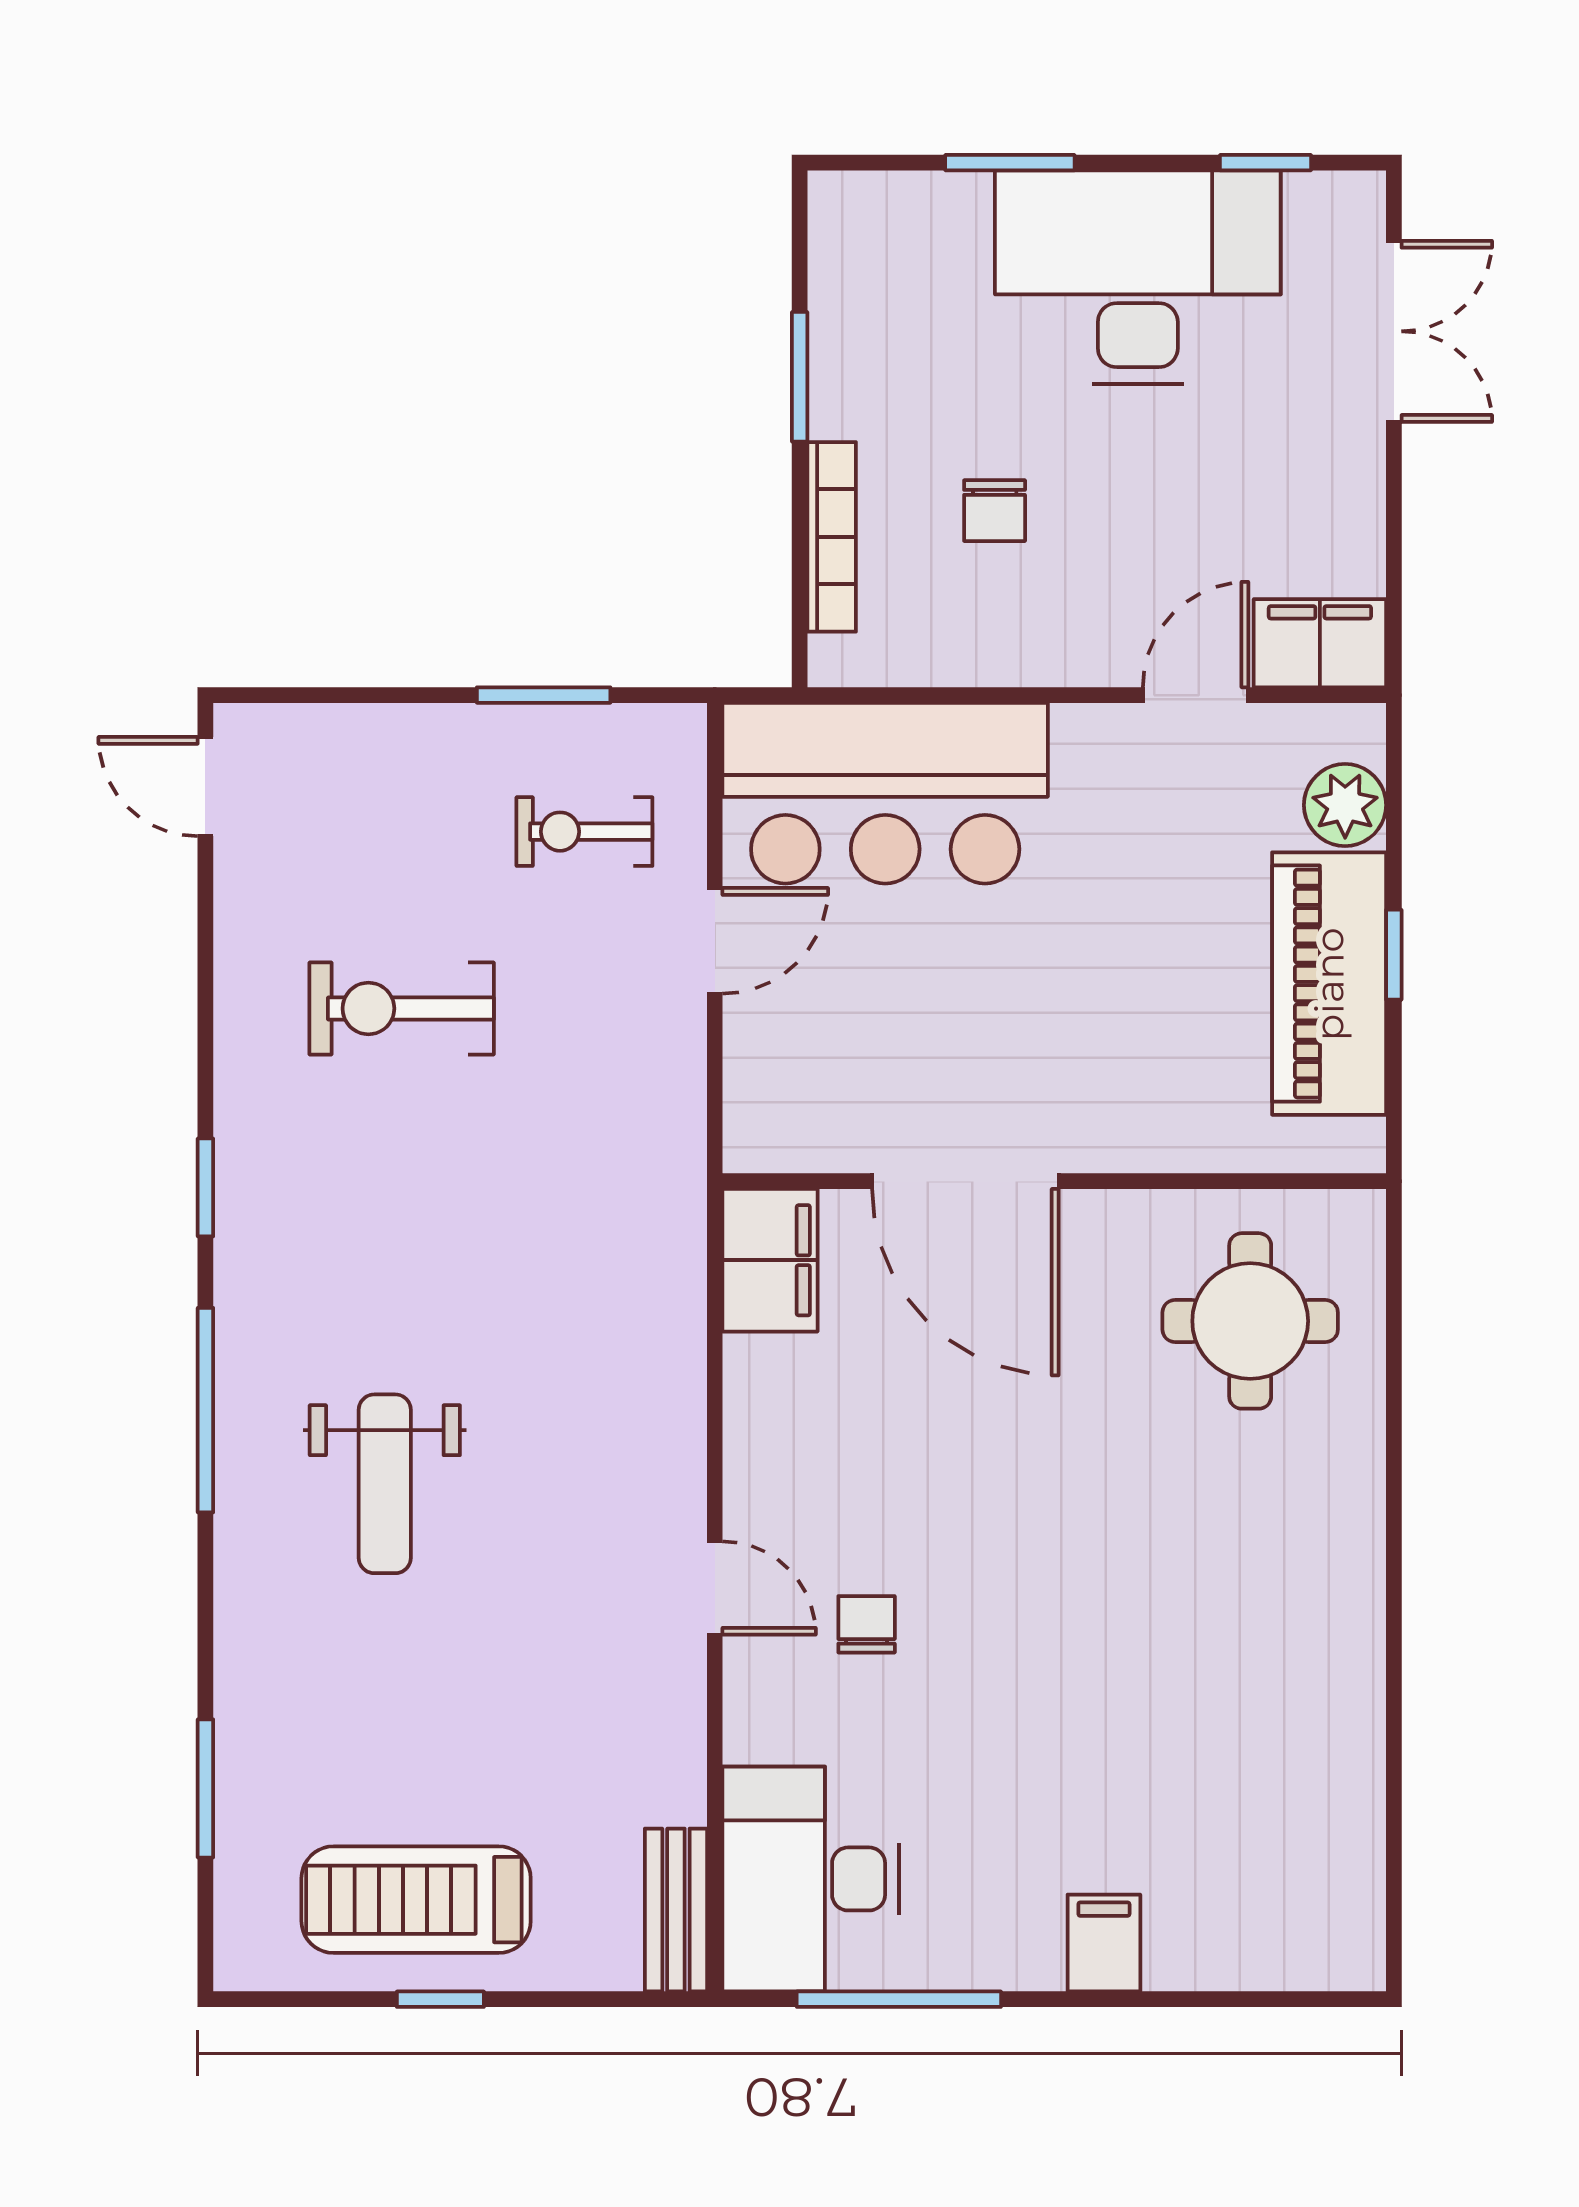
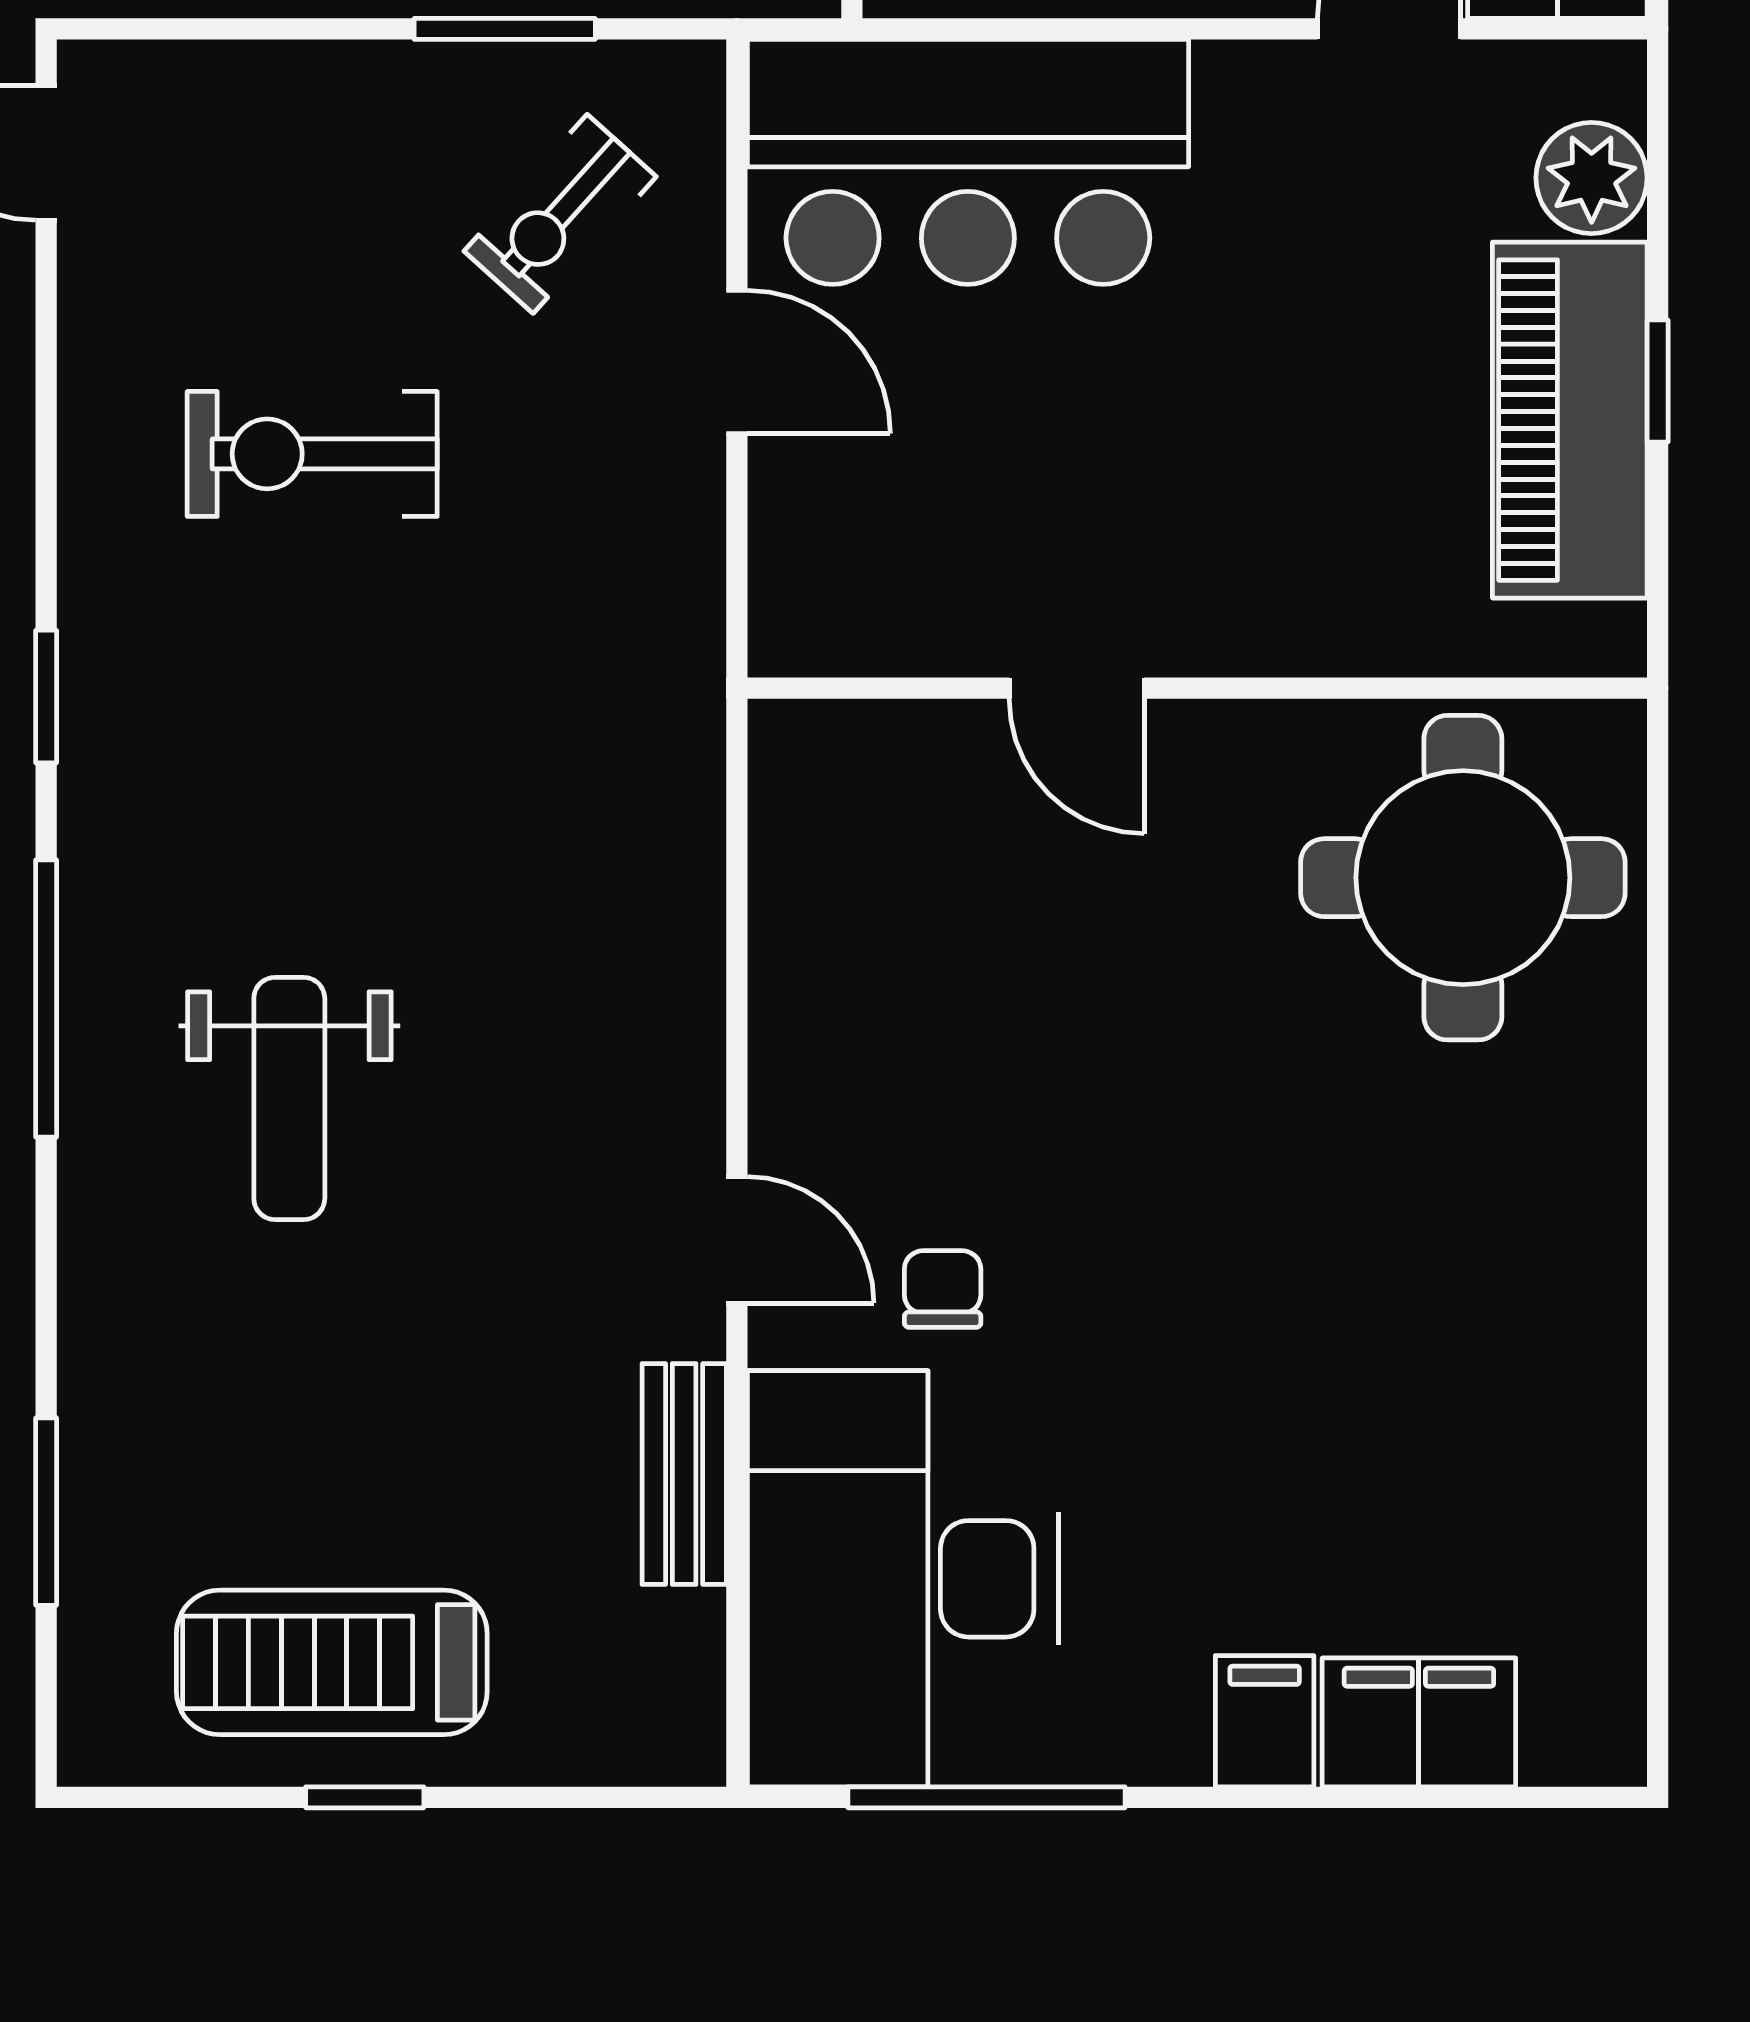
exercise bike: (584, 832) -> (560, 214), turned -48
door: (715, 941) -> (737, 362), hinge flipped
door: (965, 1181) -> (1077, 688), width x0.53
filing cabinet: (770, 1260) -> (1419, 1722), moved, turned -90
round table: (1250, 1321) -> (1463, 878), width x1.36, depth x1.36
desk: (811, 1879) -> (903, 1579), width x1.36, depth x1.30
bench: (676, 1910) -> (684, 1474), moved

